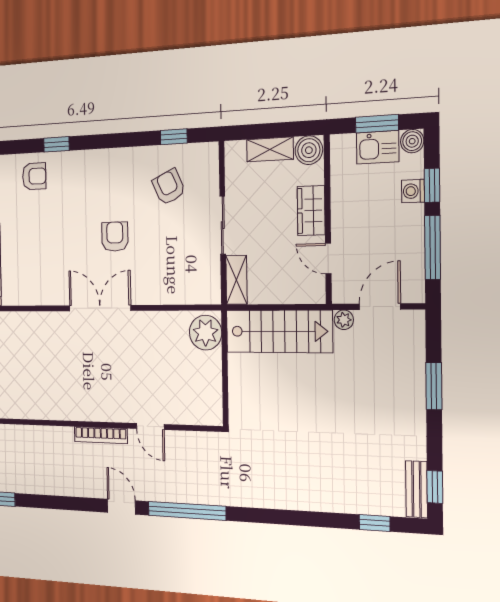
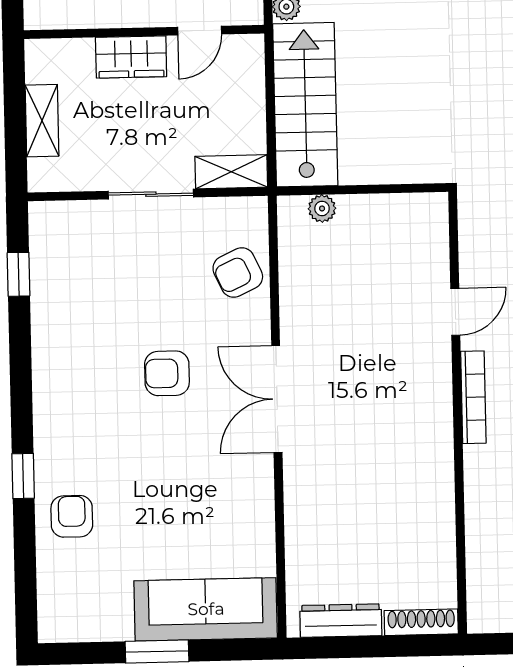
boiler: (309, 150) -> (45, 61), removed
armchair: (169, 187) -> (238, 272), moved
plant: (206, 333) -> (322, 208), width x0.53, depth x0.53

